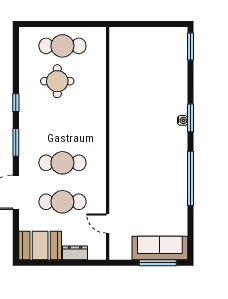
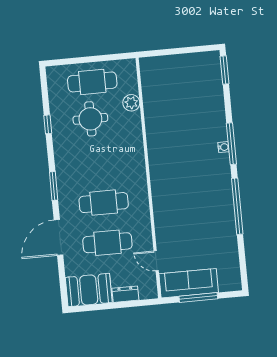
plant: (98, 69) -> (131, 103), added
window: (16, 103) -> (48, 124), moved
window: (191, 118) -> (231, 144), width x1.44
sofa: (160, 248) -> (189, 283), moved
window: (158, 263) -> (198, 298), moved

